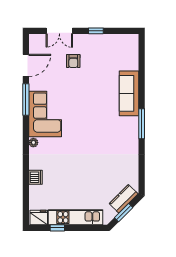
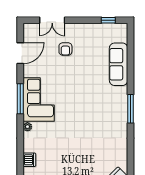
window: (96, 31) -> (108, 20), moved
sofa: (129, 93) -> (119, 64), moved
window: (26, 100) -> (20, 99), moved

